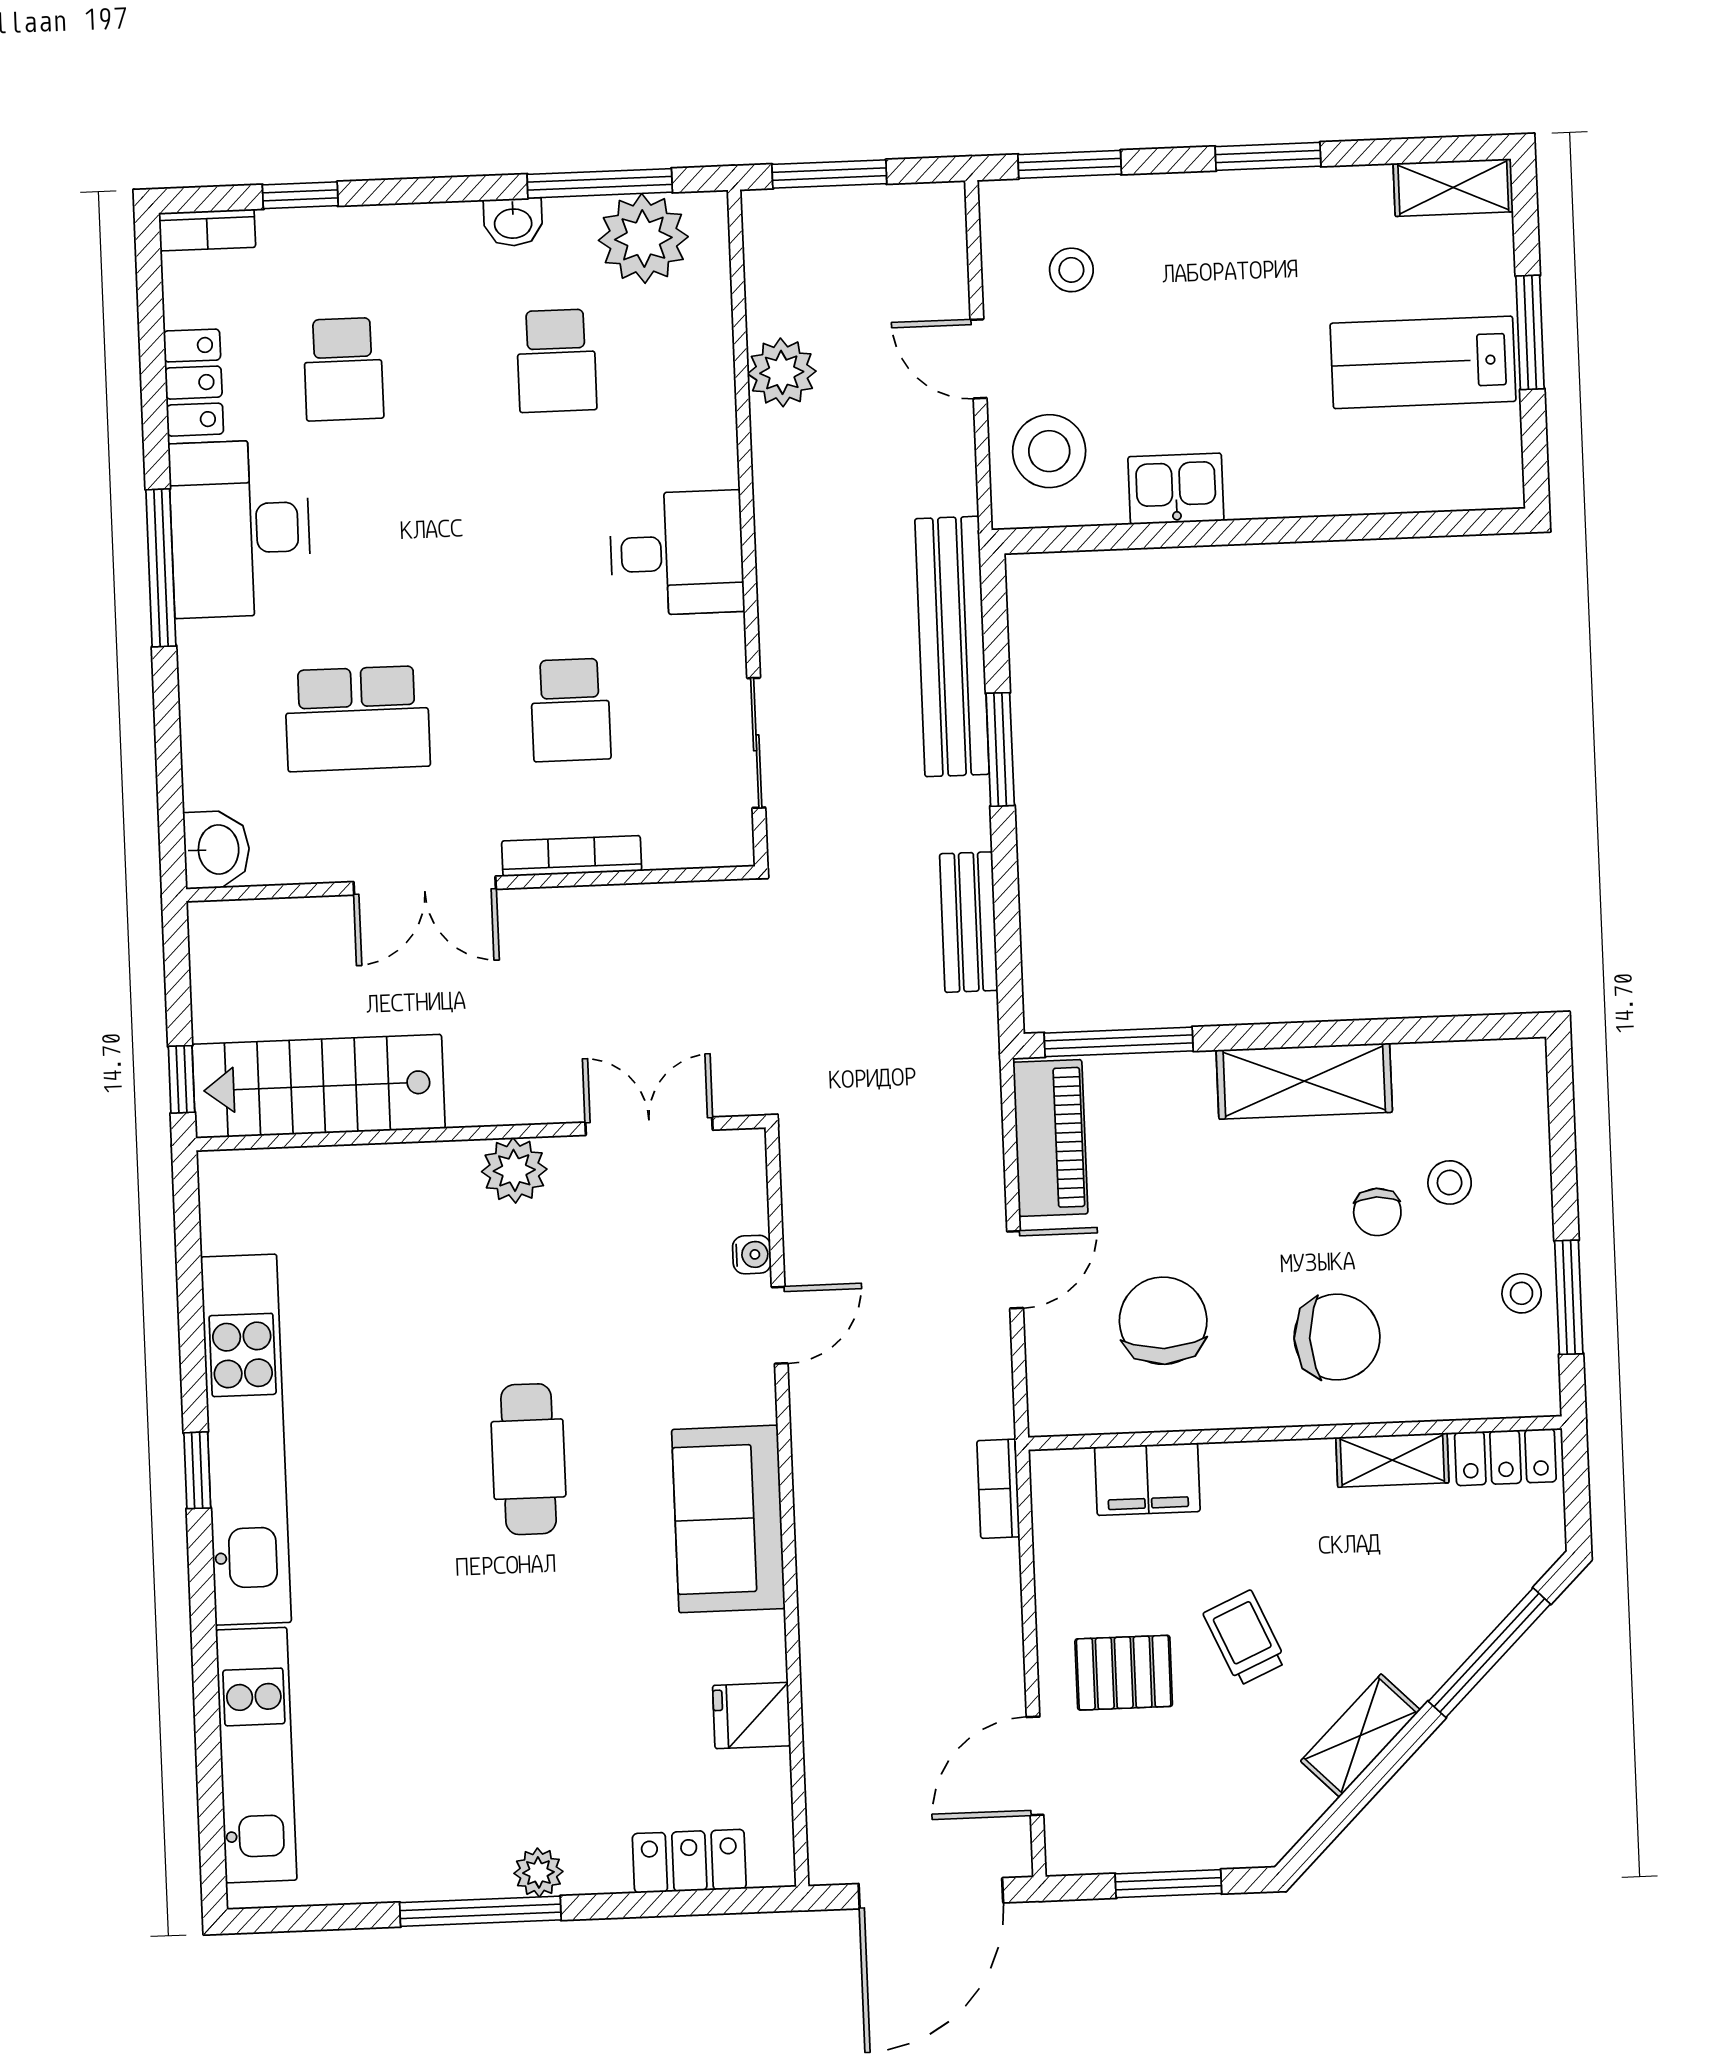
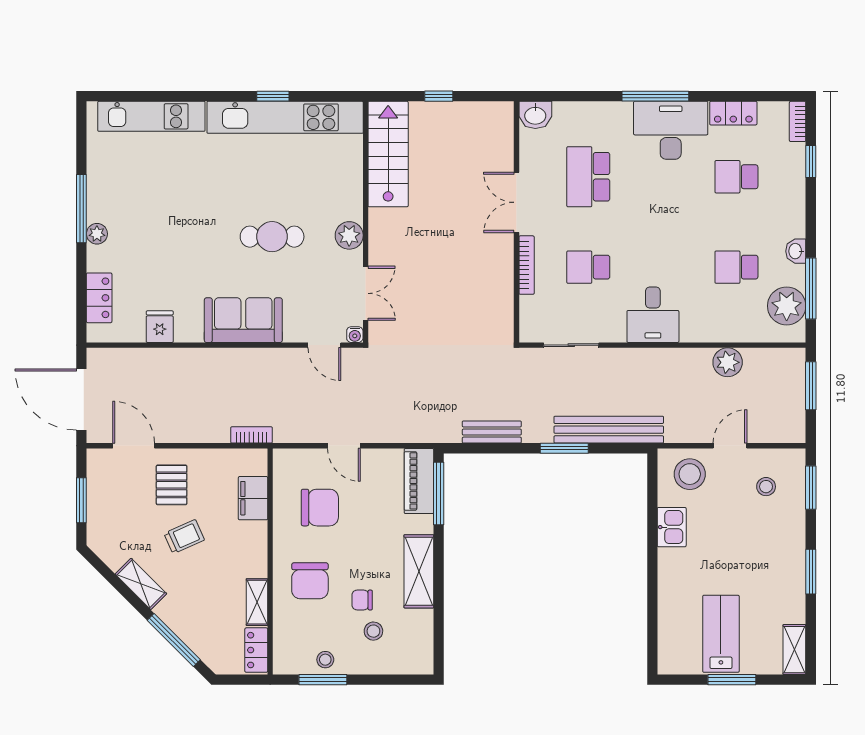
stairs: (319, 1086) -> (388, 154), moved
double door: (649, 1126) -> (366, 293), moved
wall: (481, 1133) -> (366, 222), moved
piano: (1050, 1138) -> (419, 481), moved, turned 90
plant: (514, 1170) -> (349, 235), moved

